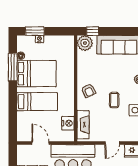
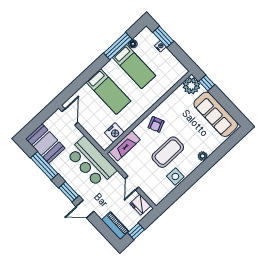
bed: (36, 74) -> (134, 67), width x0.67
coffee table: (114, 100) -> (168, 152), width x1.86, depth x1.72
door: (40, 143) -> (70, 117), moved
door: (112, 143) -> (132, 183), hinge flipped

